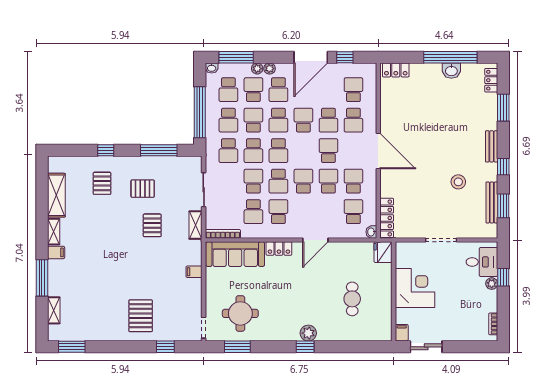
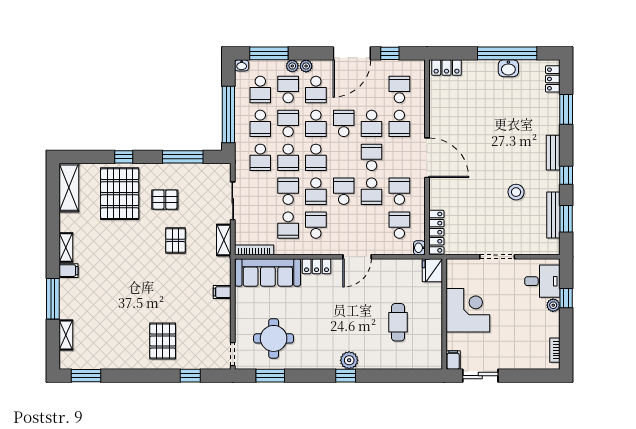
school desk: (328, 181) -> (372, 191), turned 180
pallet: (102, 183) -> (120, 194), width x2.05, depth x2.00
shelving: (56, 195) -> (69, 188), moved

